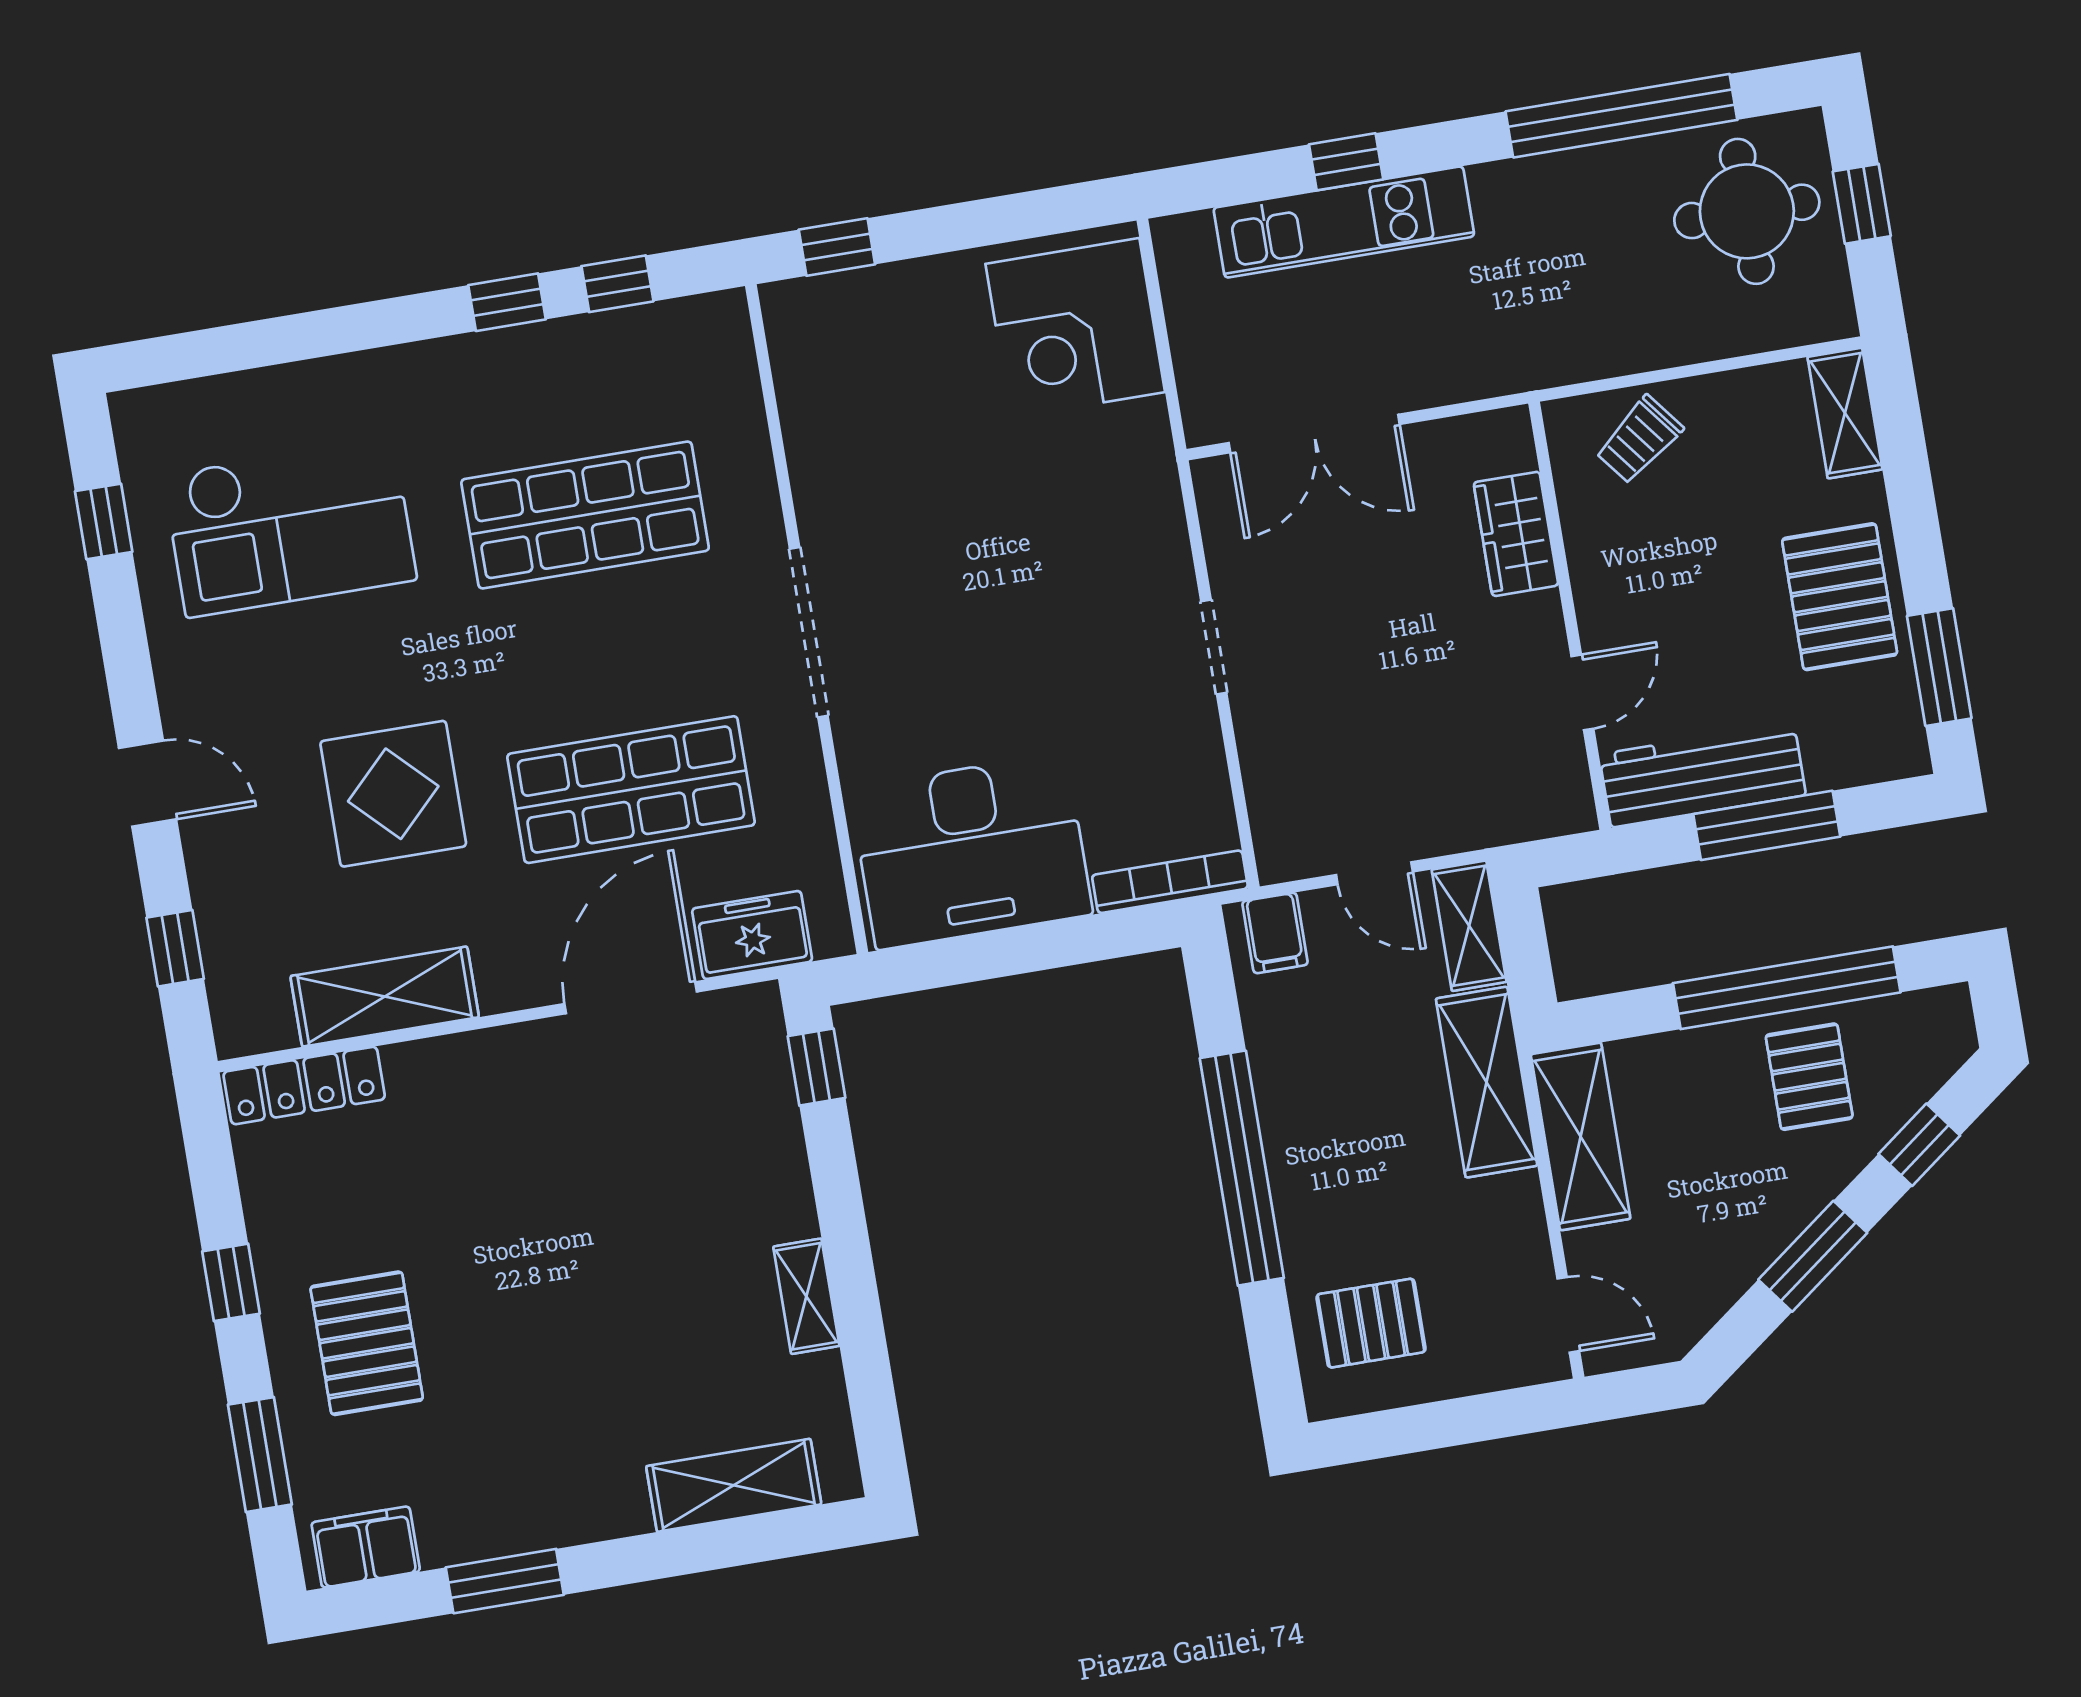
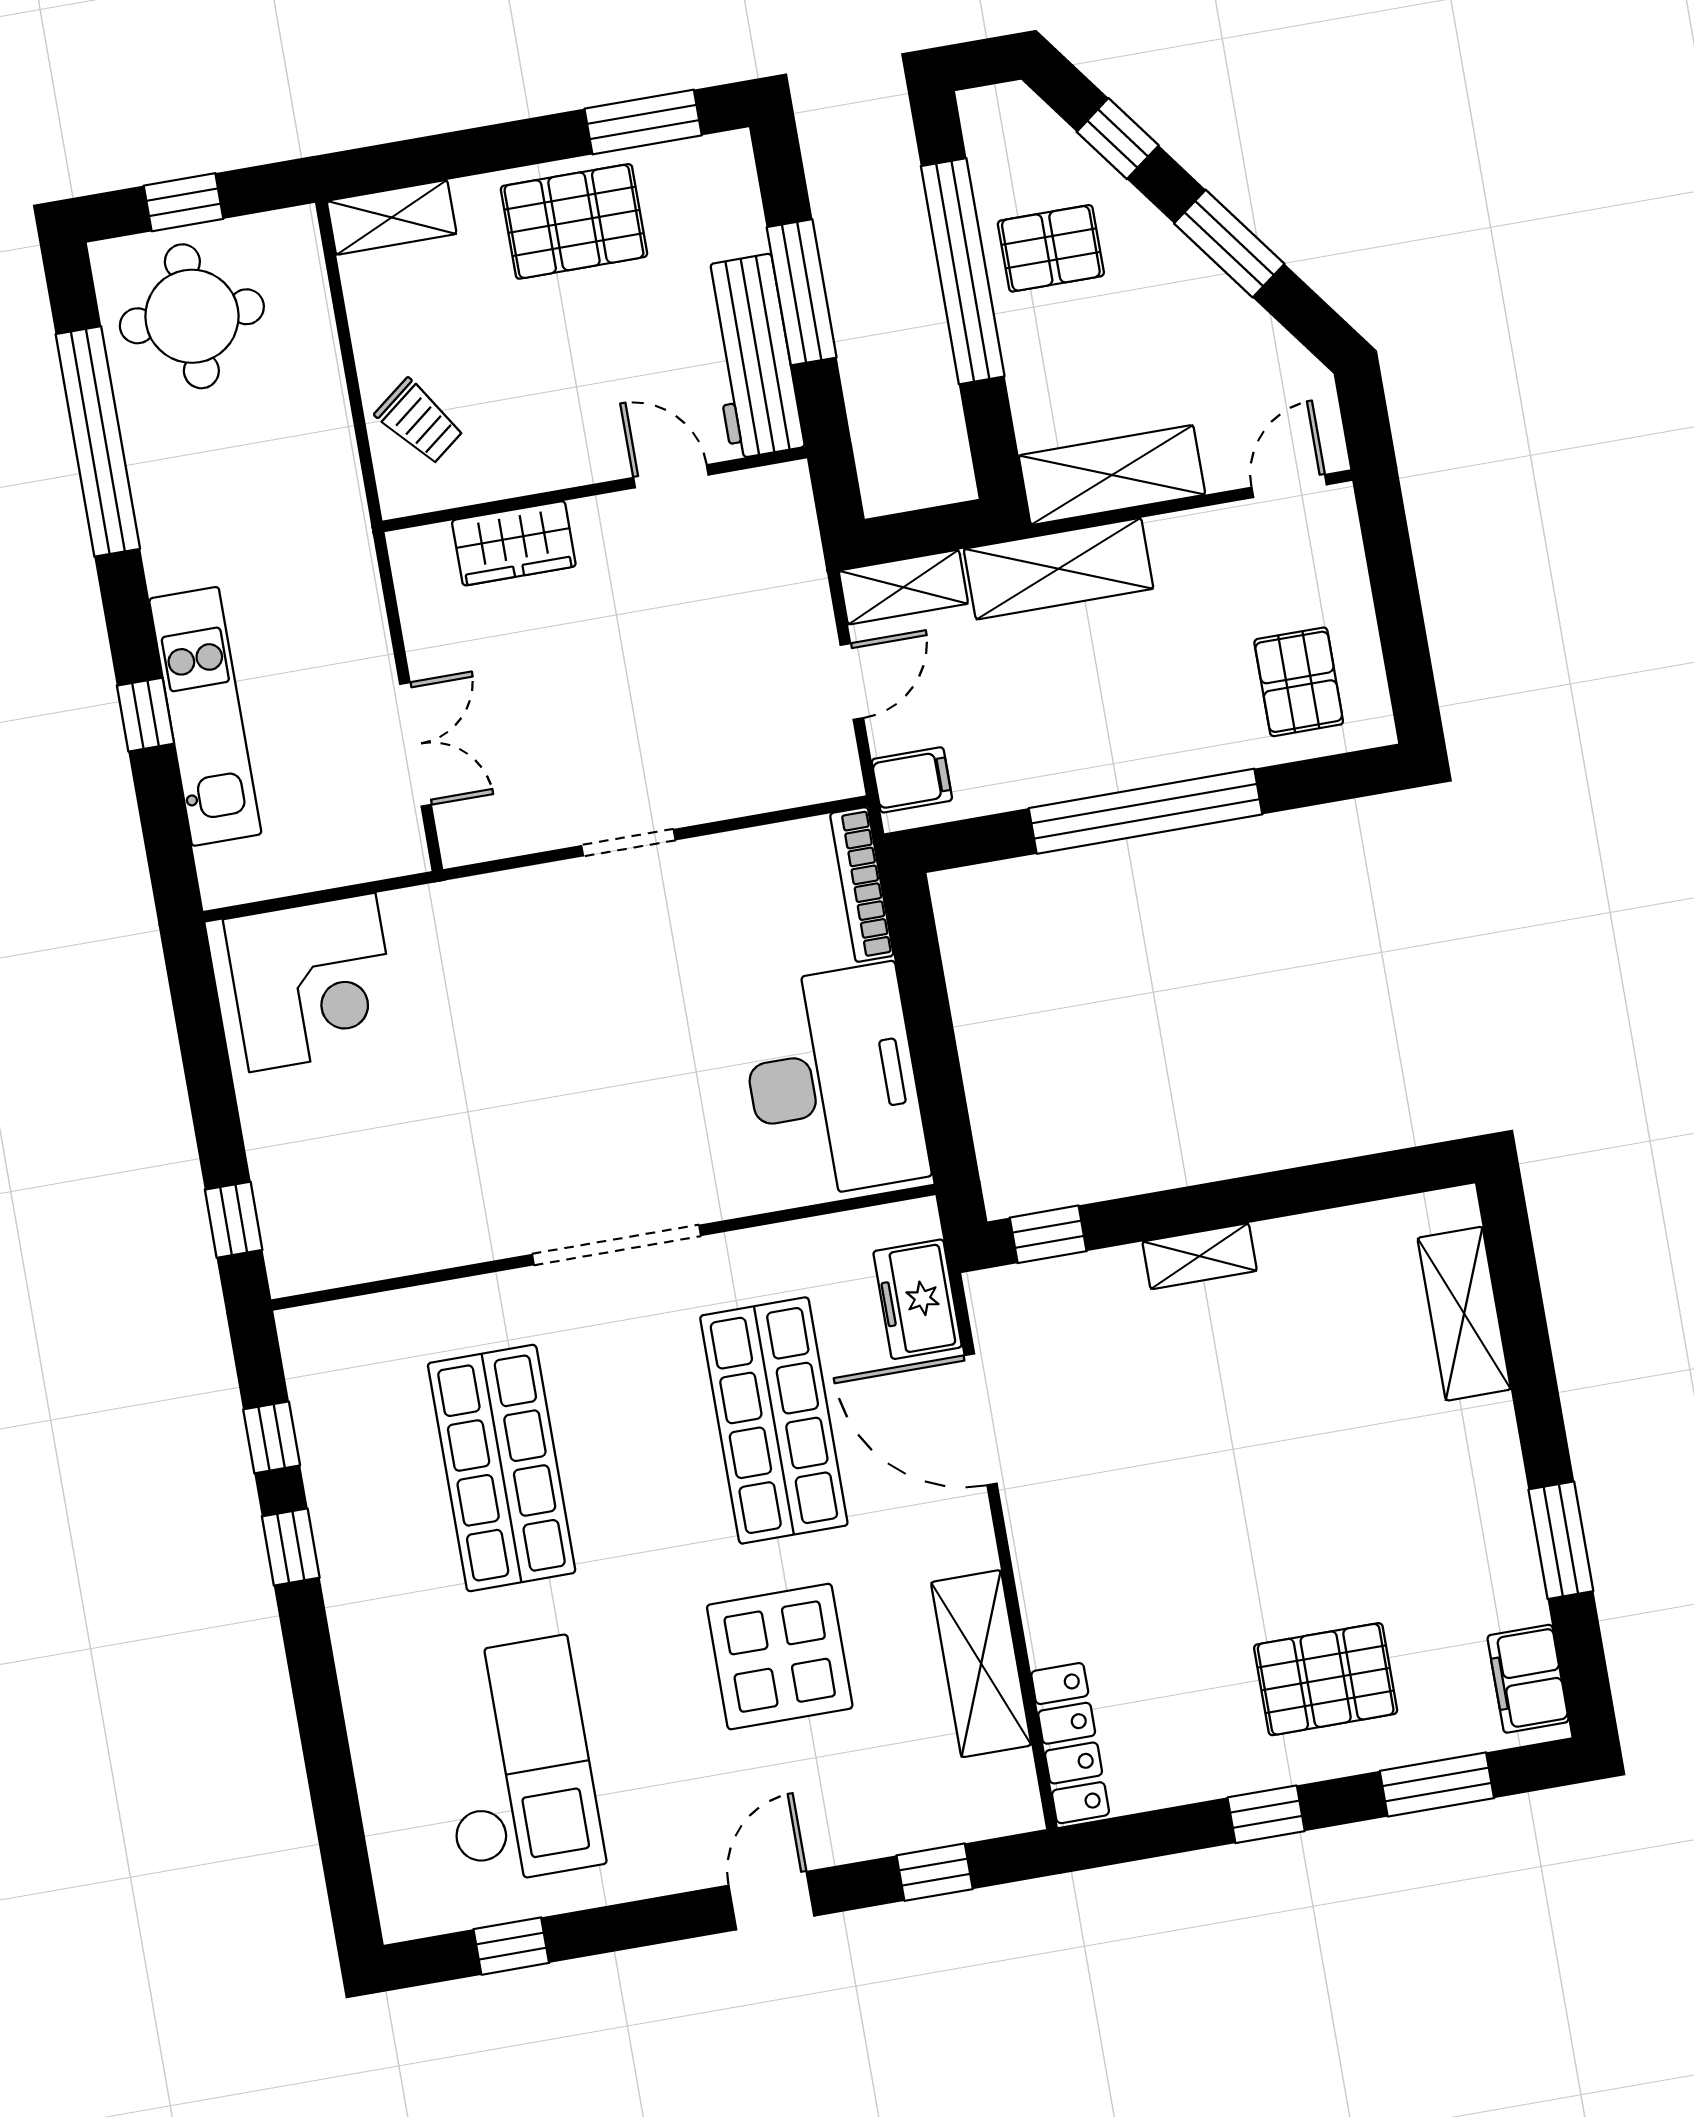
double door: (1314, 433) -> (416, 744), width x0.73
shelving: (806, 1296) -> (1200, 1256), moved

